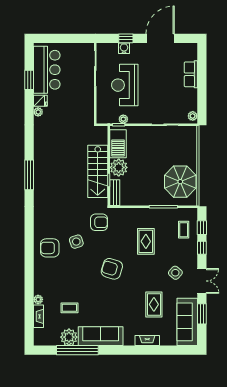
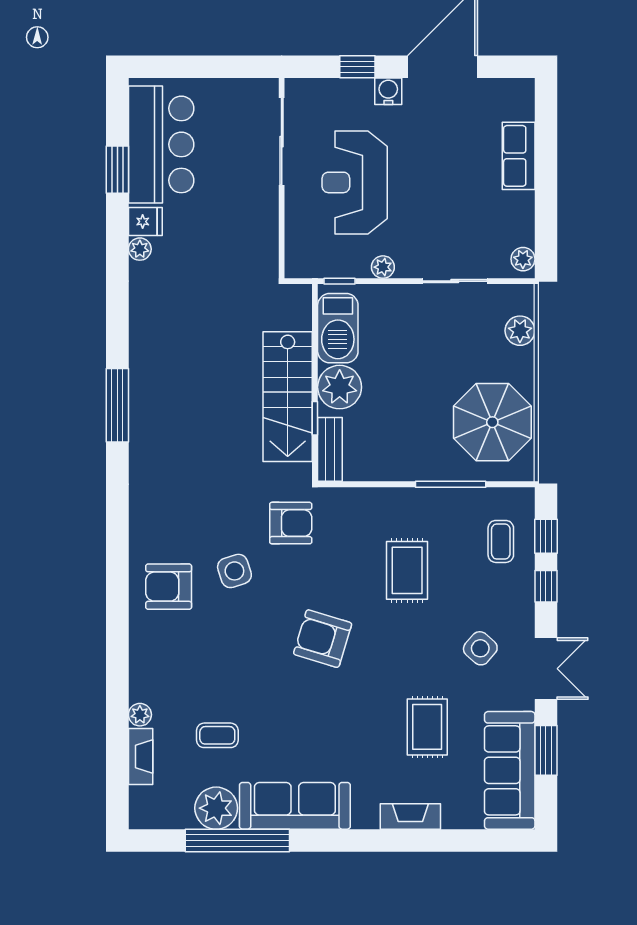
water cooler: (124, 48) -> (388, 91), moved
plant: (123, 119) -> (383, 267), moved
plant: (191, 145) -> (520, 331), added

